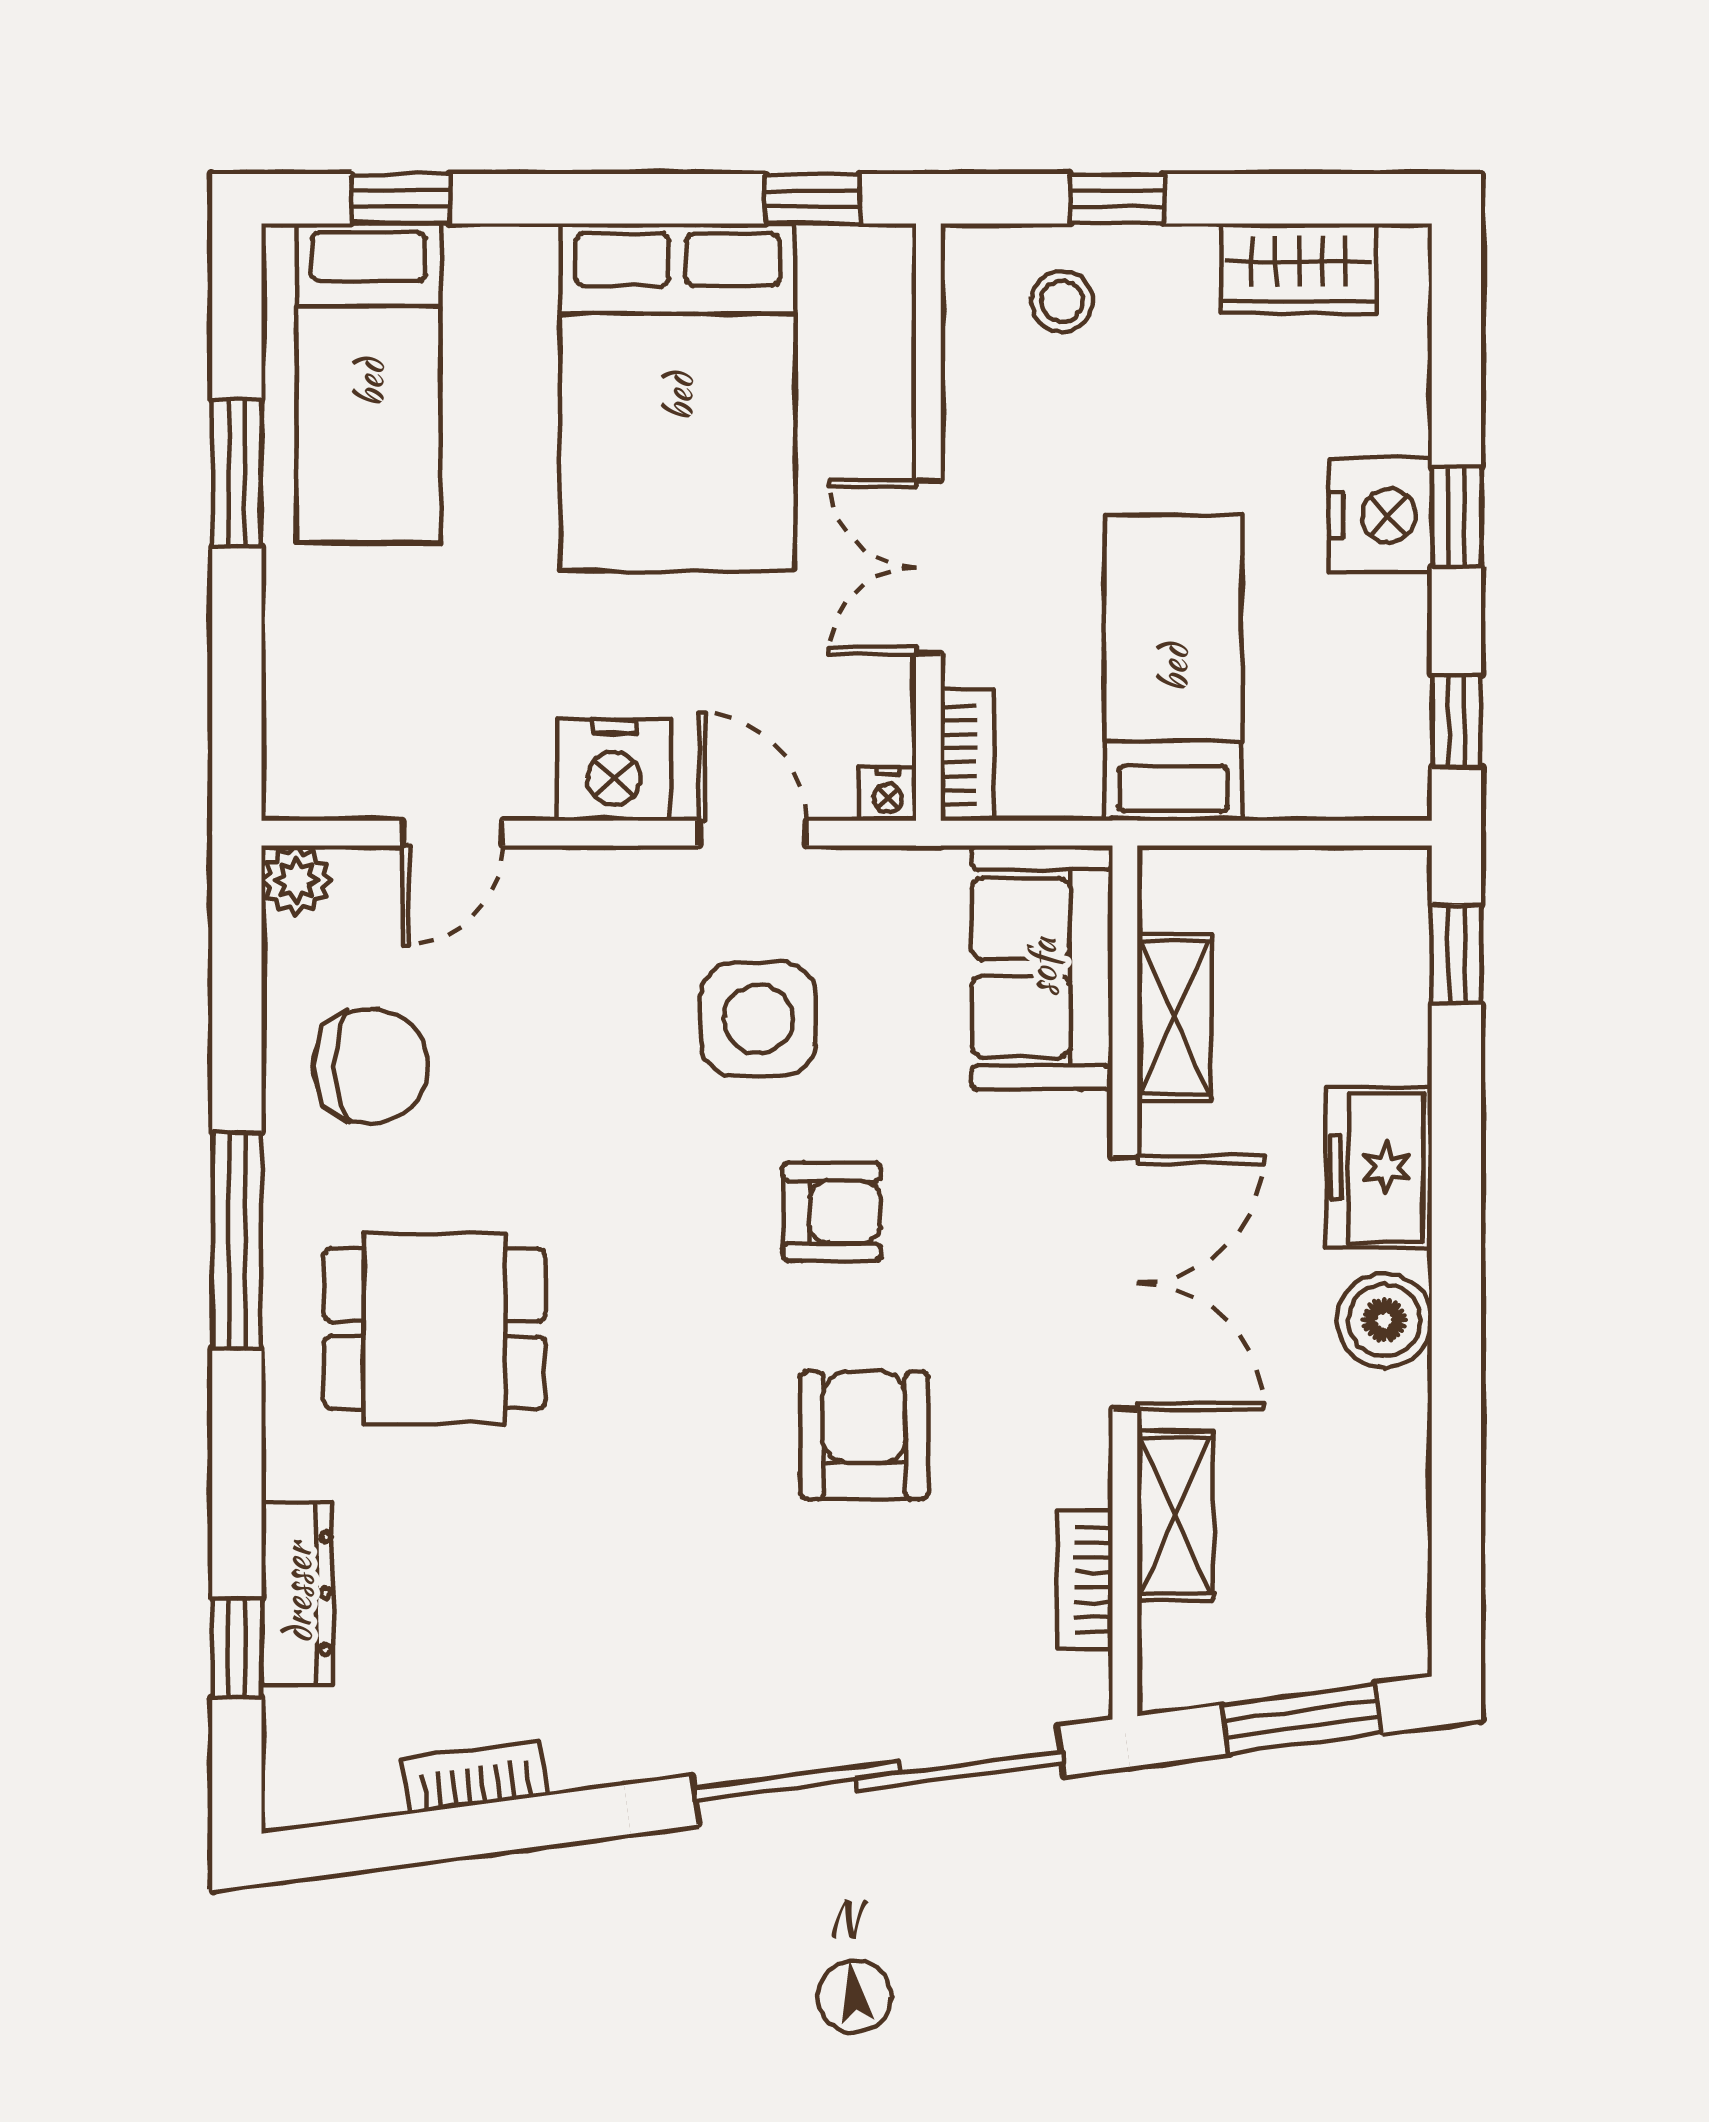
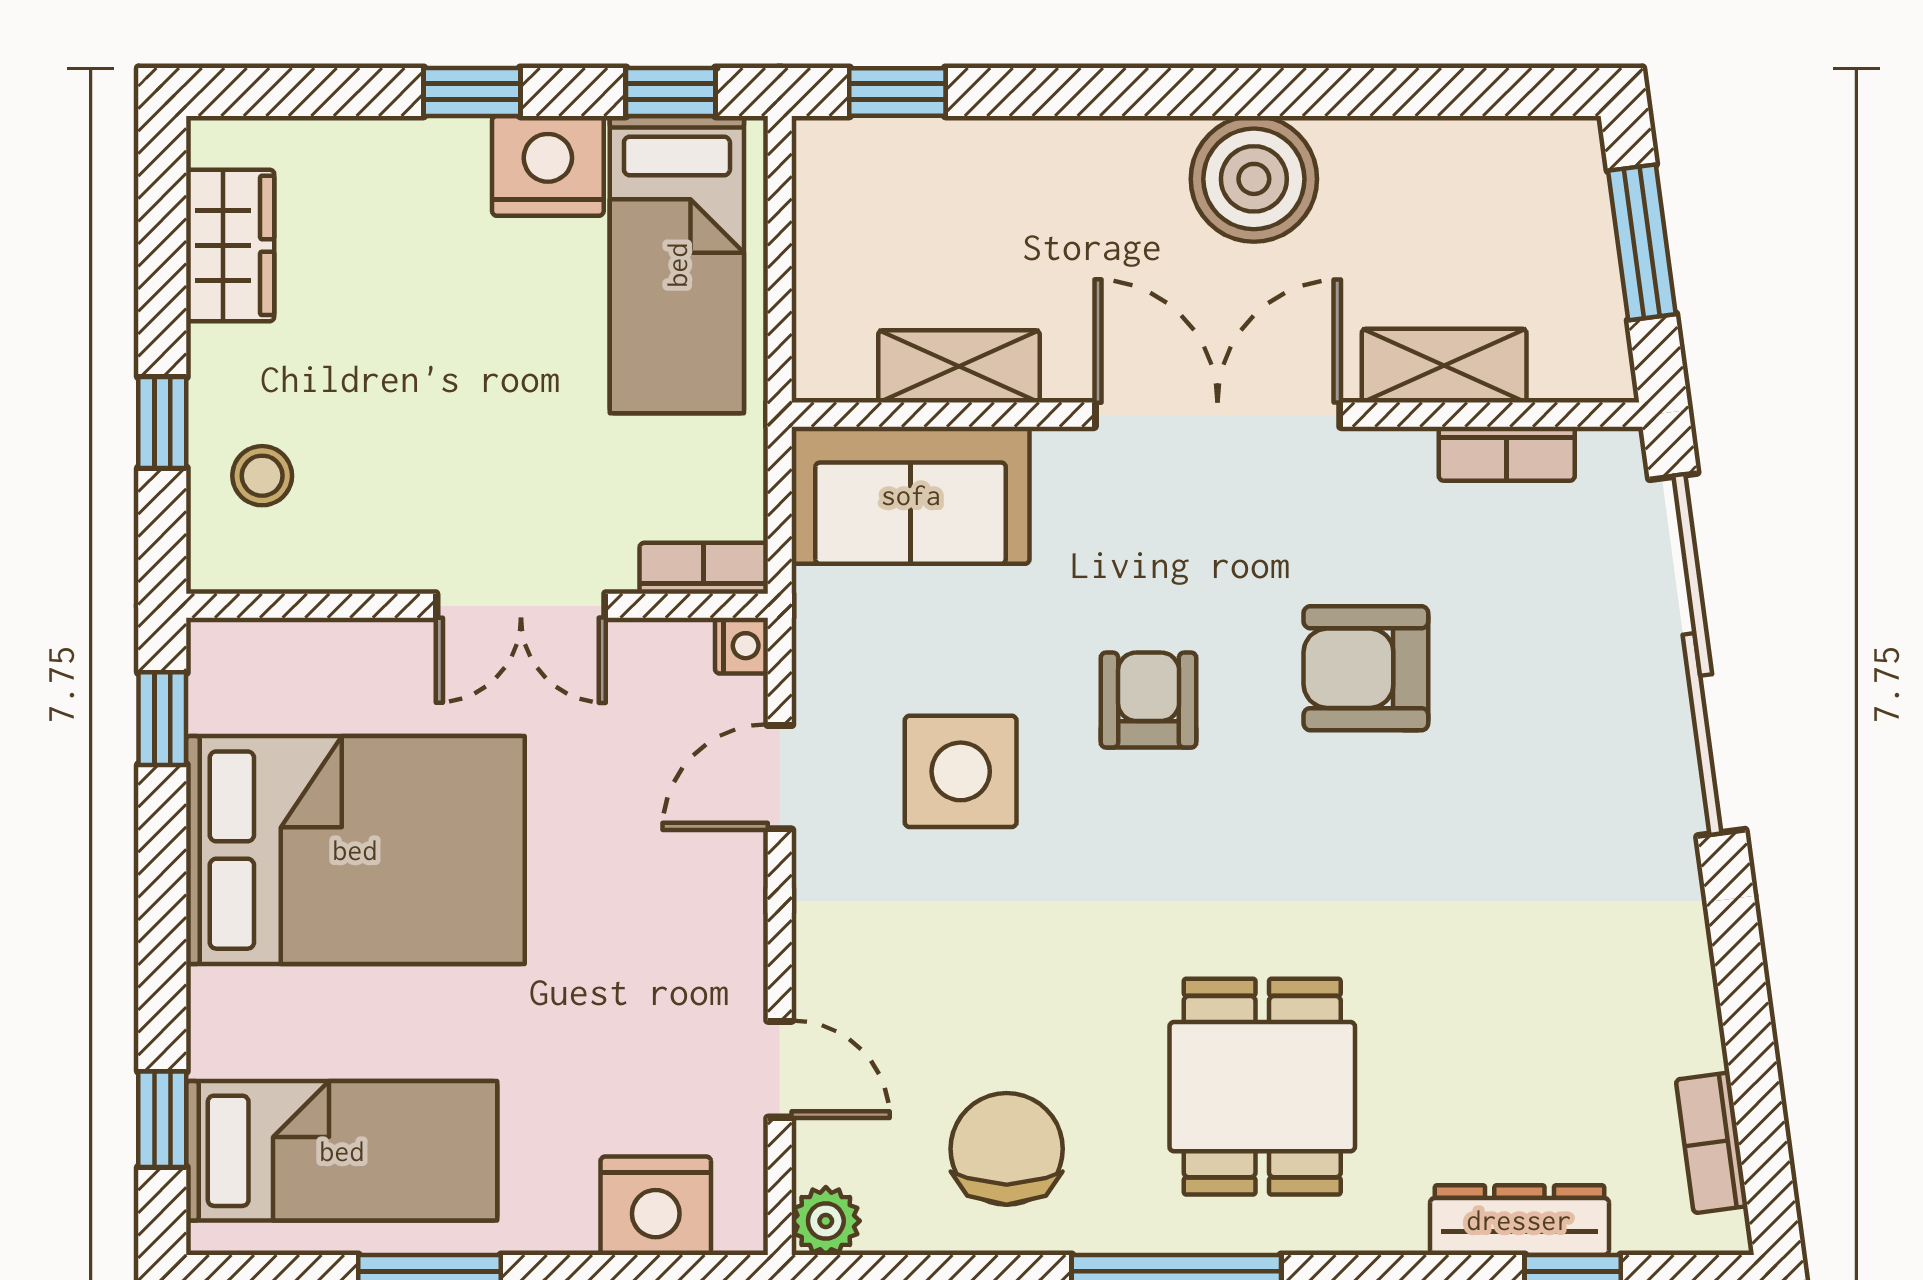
nightstand: (1380, 515) -> (548, 166), moved
bed: (1173, 668) -> (677, 265), moved, turned -90
nightstand: (614, 770) -> (656, 1206), moved, turned 90
freezer: (1379, 1168) -> (1105, 167), removed
boiler: (1384, 1320) -> (1254, 179), width x1.37, depth x1.37
bookcase: (475, 1777) -> (1712, 1143), moved

